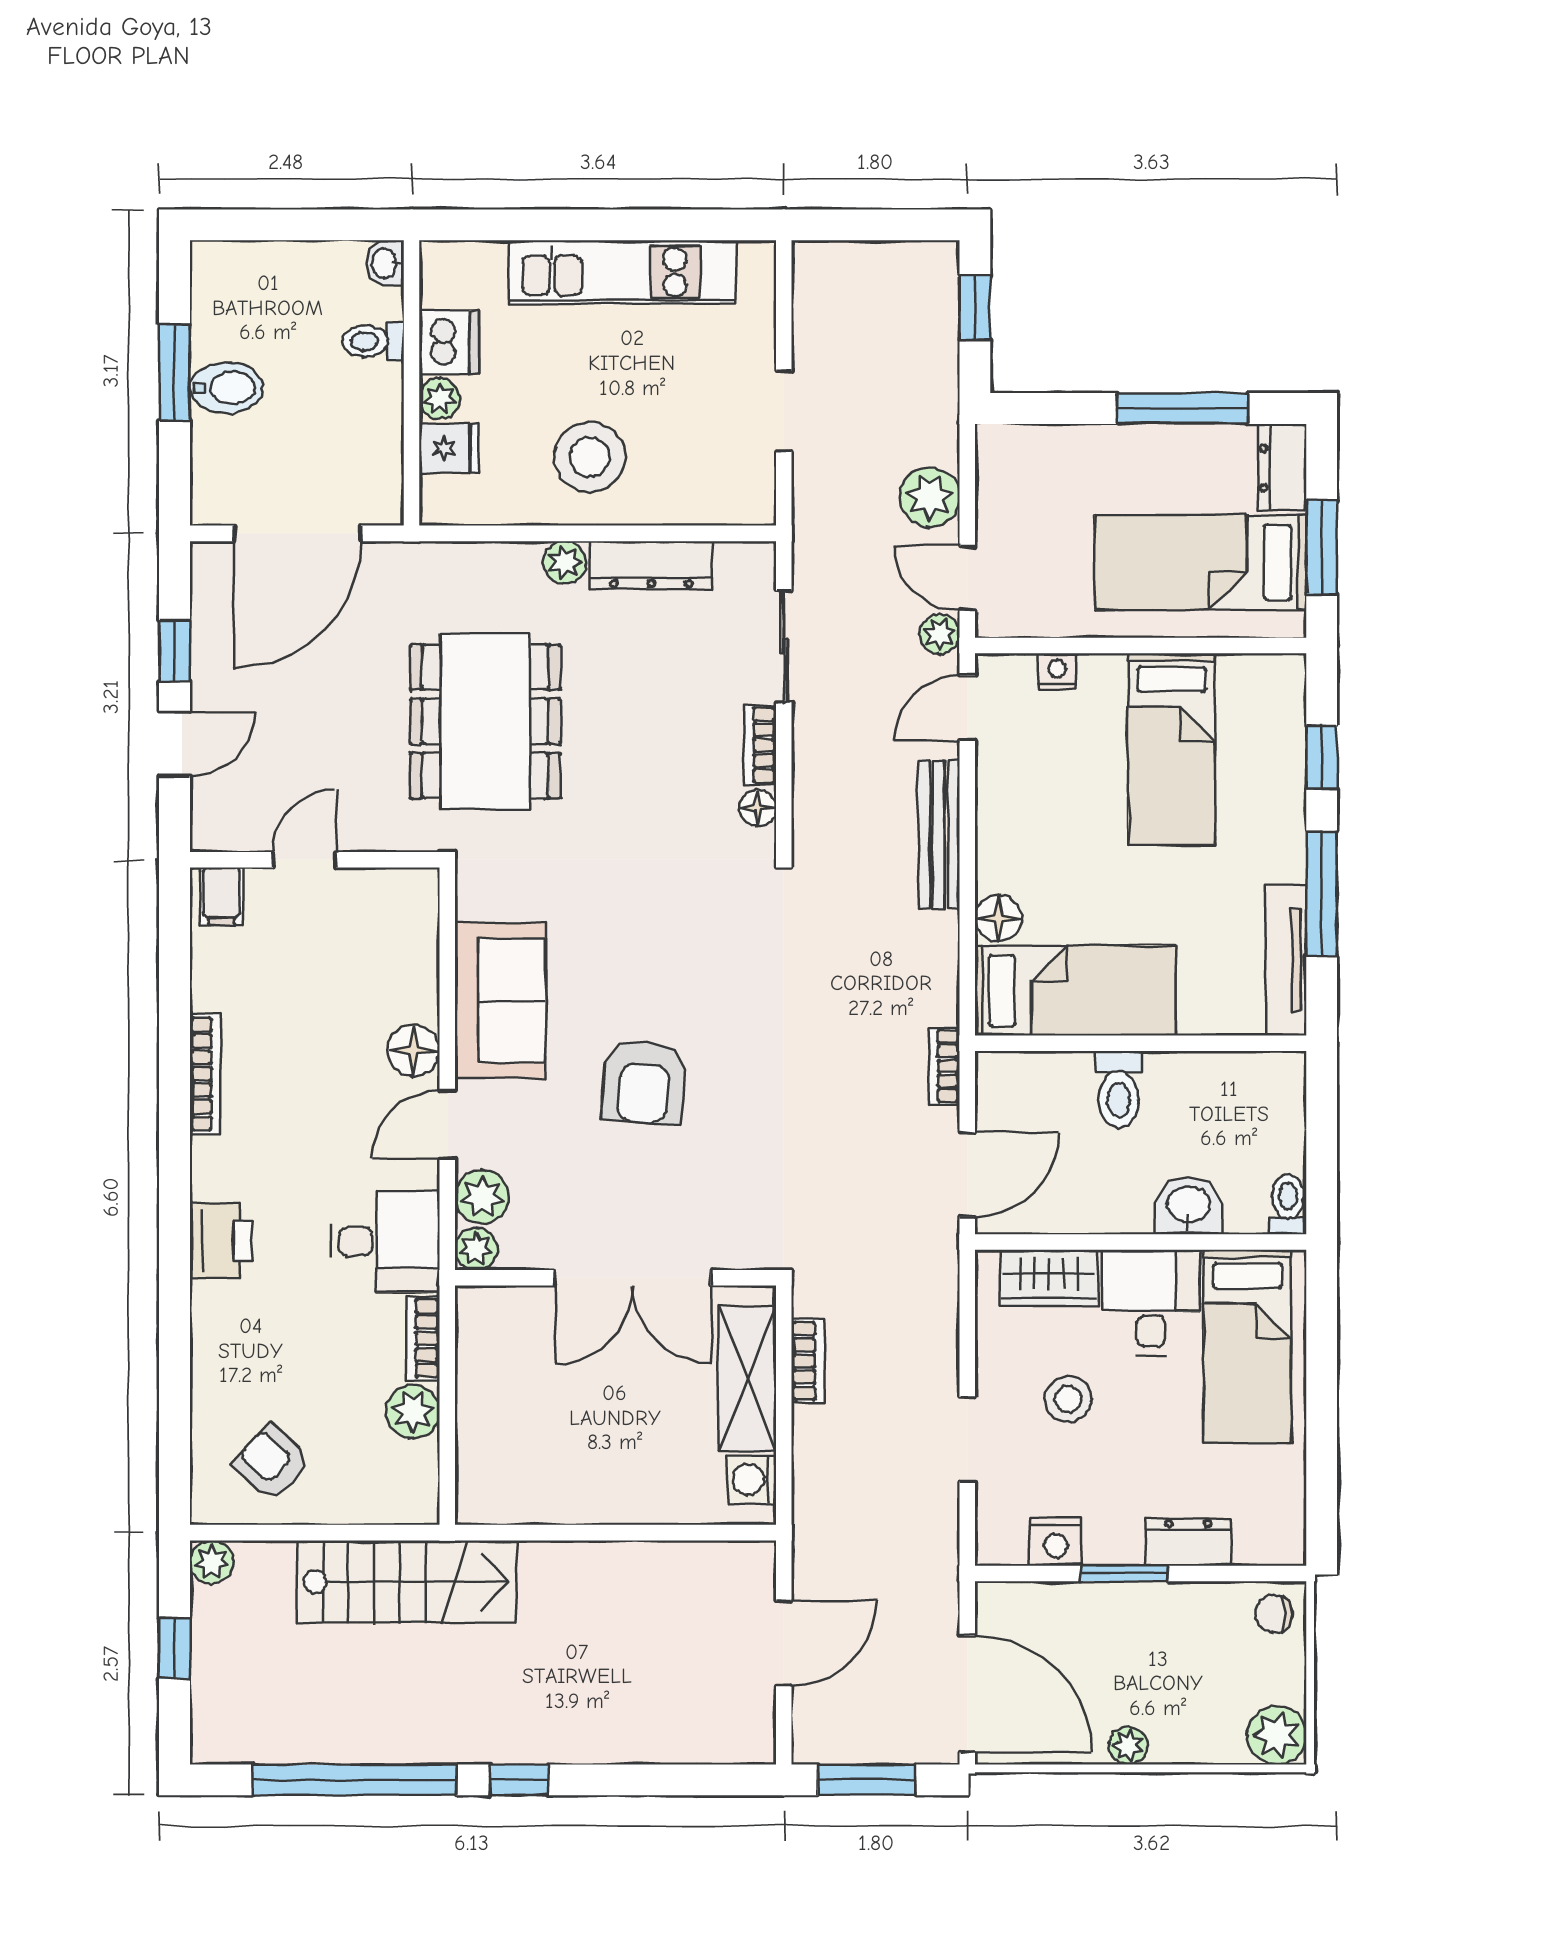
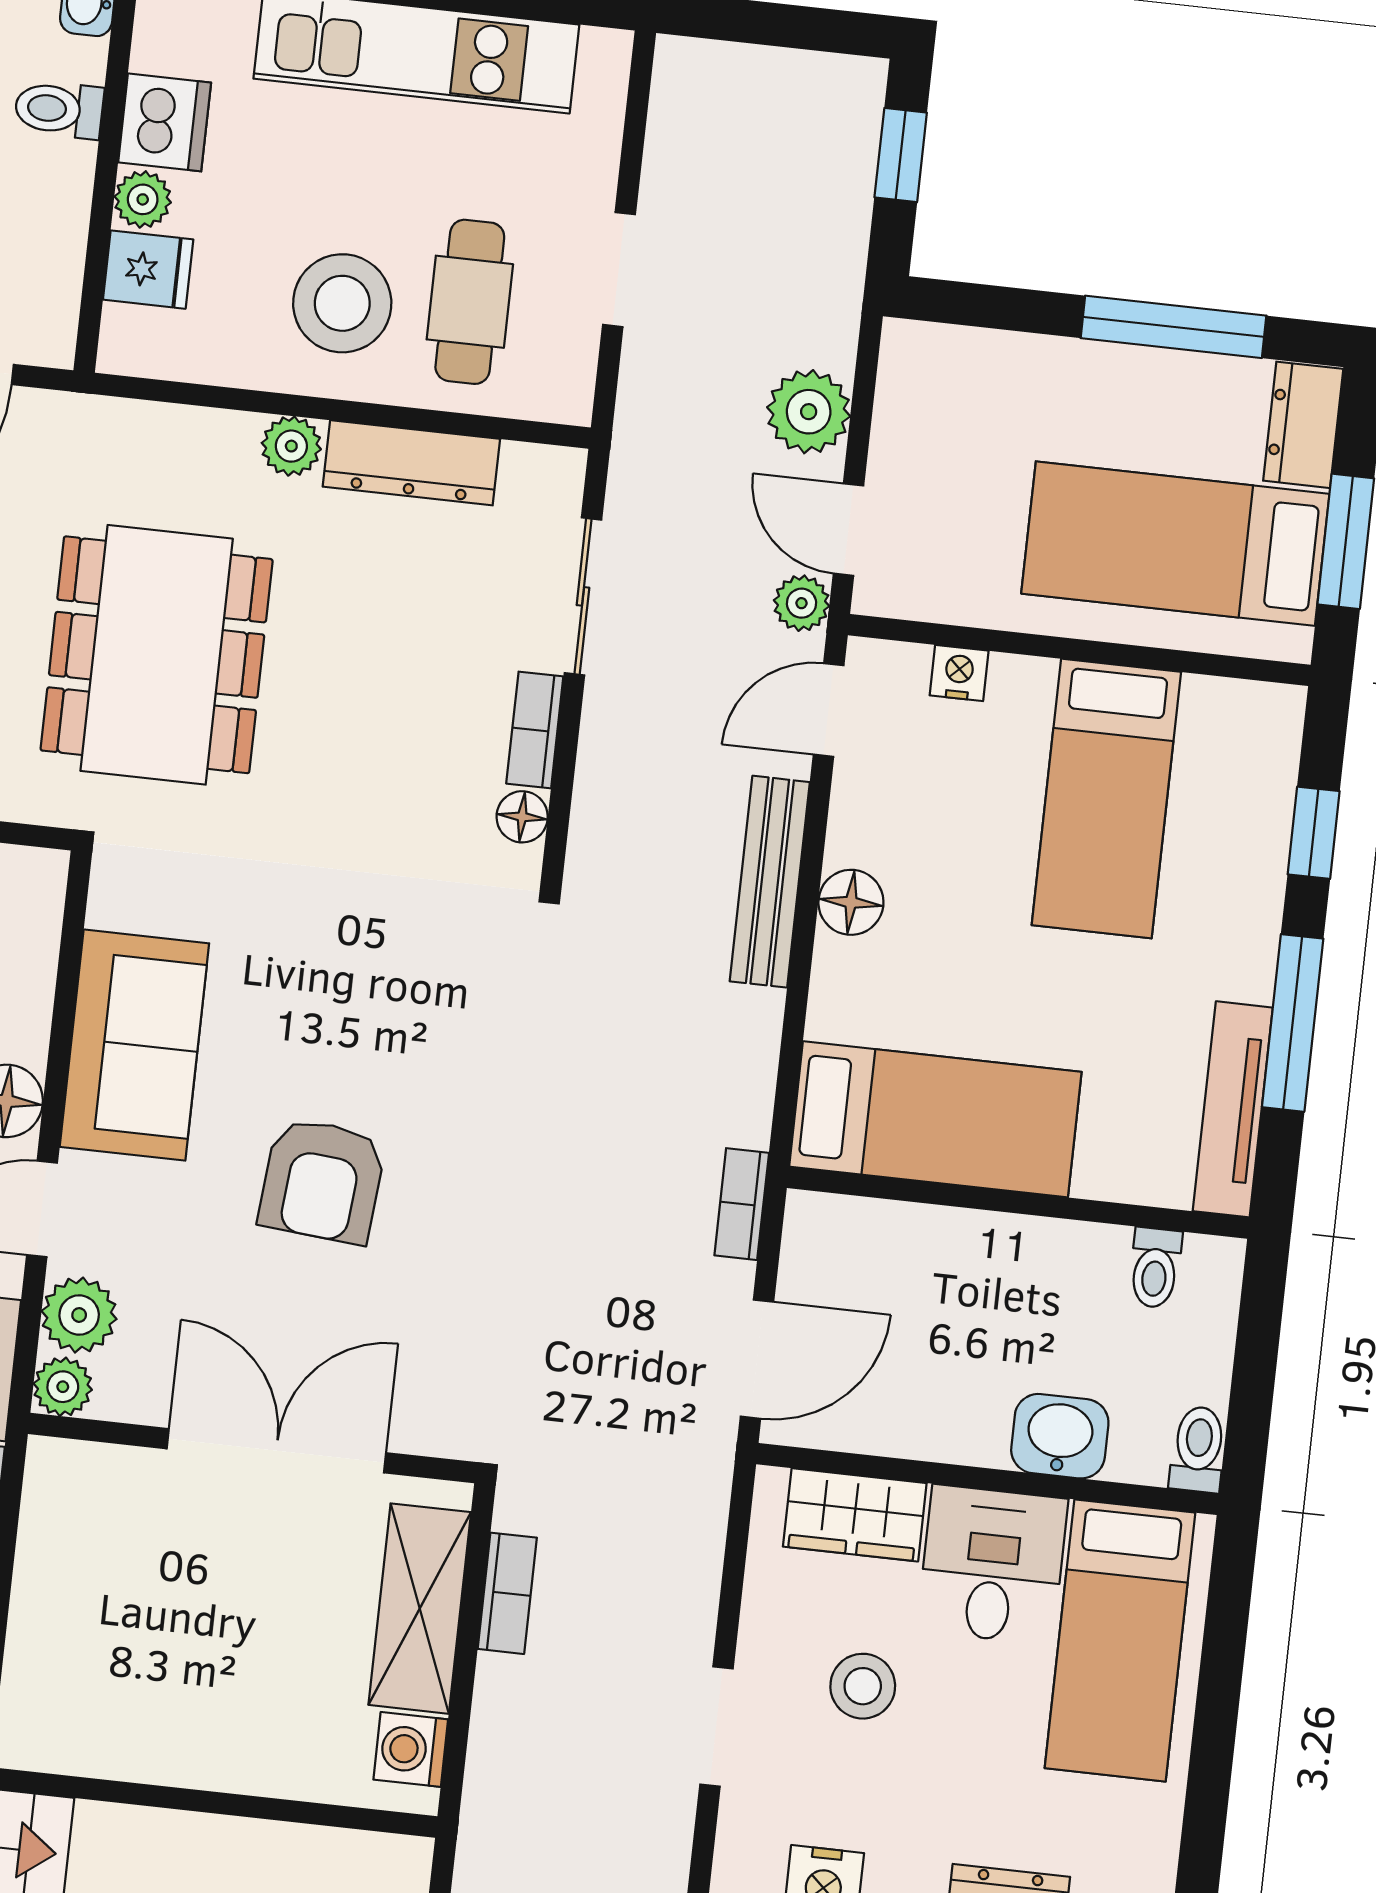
cafe table: (680, 446) -> (470, 302), added
floor lamp: (998, 918) -> (851, 902), moved
toilet: (1119, 1090) -> (1155, 1268), moved, width x0.73, depth x0.72
double door: (633, 1278) -> (276, 1451), swing flipped

